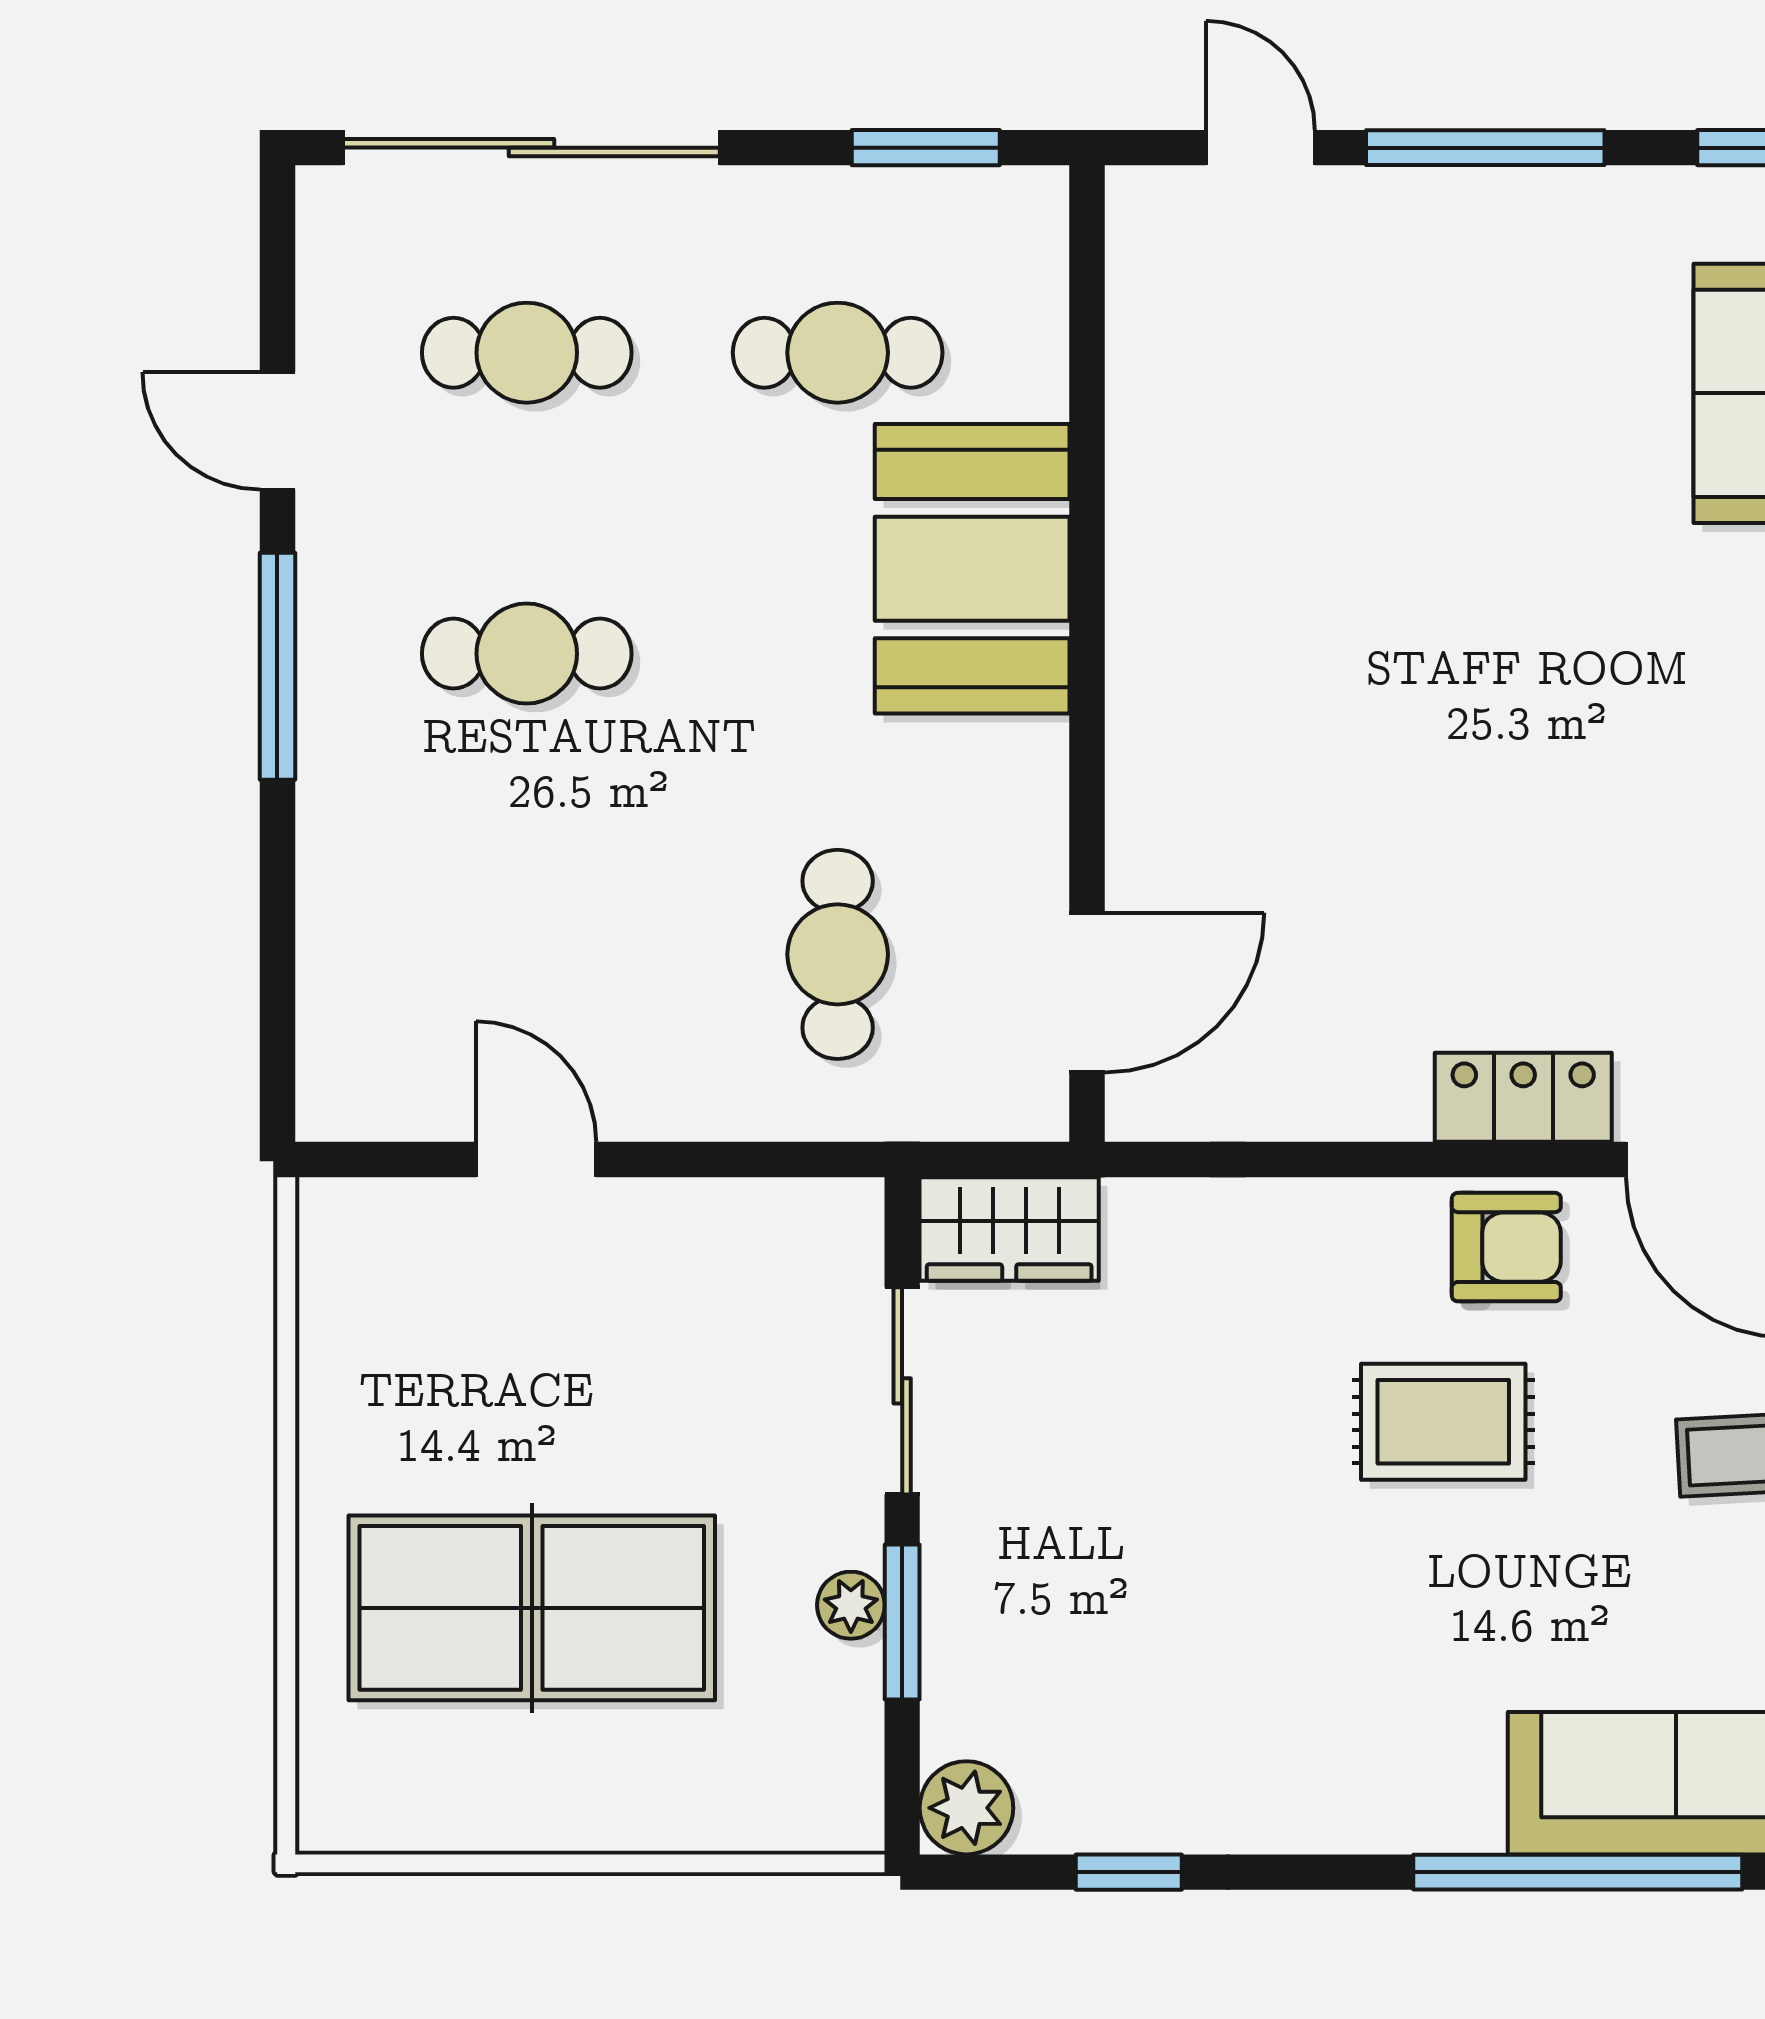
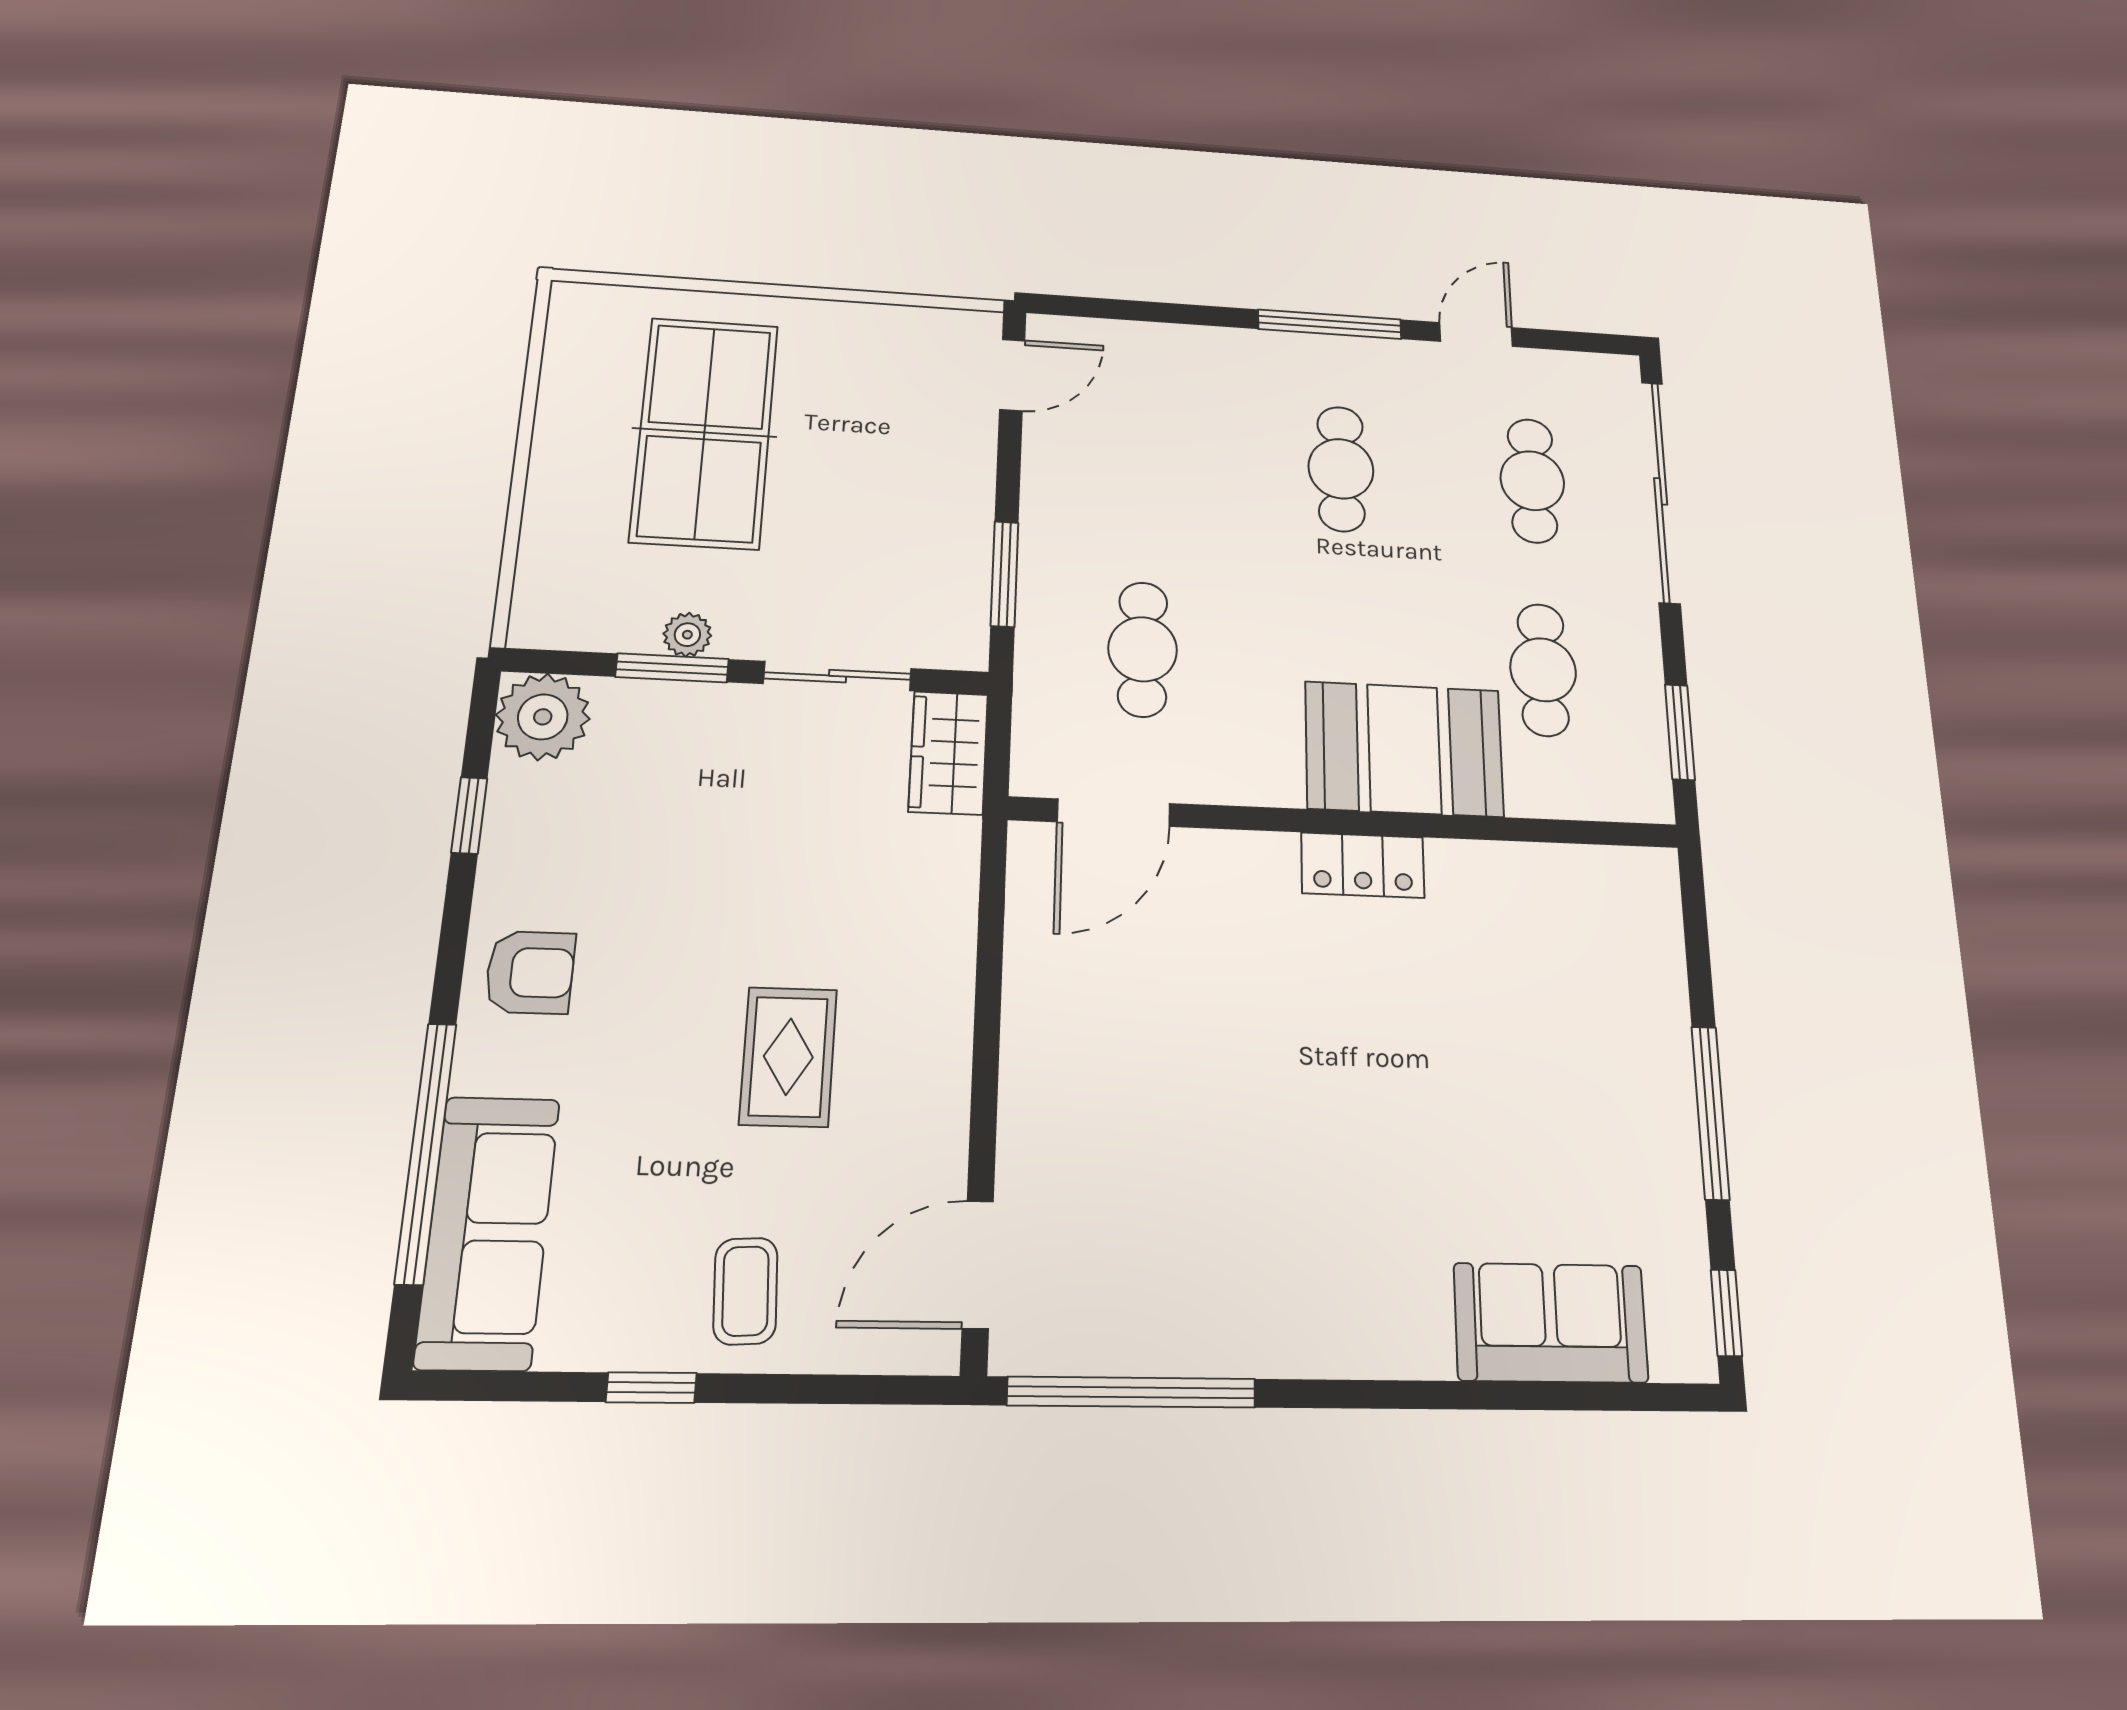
door: (1260, 148) -> (1698, 954), removed
cafe table: (838, 954) -> (1143, 649), turned 90
door: (1087, 993) -> (1114, 813), hinge flipped
locker: (1523, 1097) -> (1363, 865), moved, turned 90
door: (536, 1159) -> (1012, 375), moved
window: (731, 1159) -> (1005, 574), added
armchair: (1506, 1247) -> (530, 972), moved, turned -90
plant: (966, 1808) -> (543, 717), width x1.36, depth x1.36

